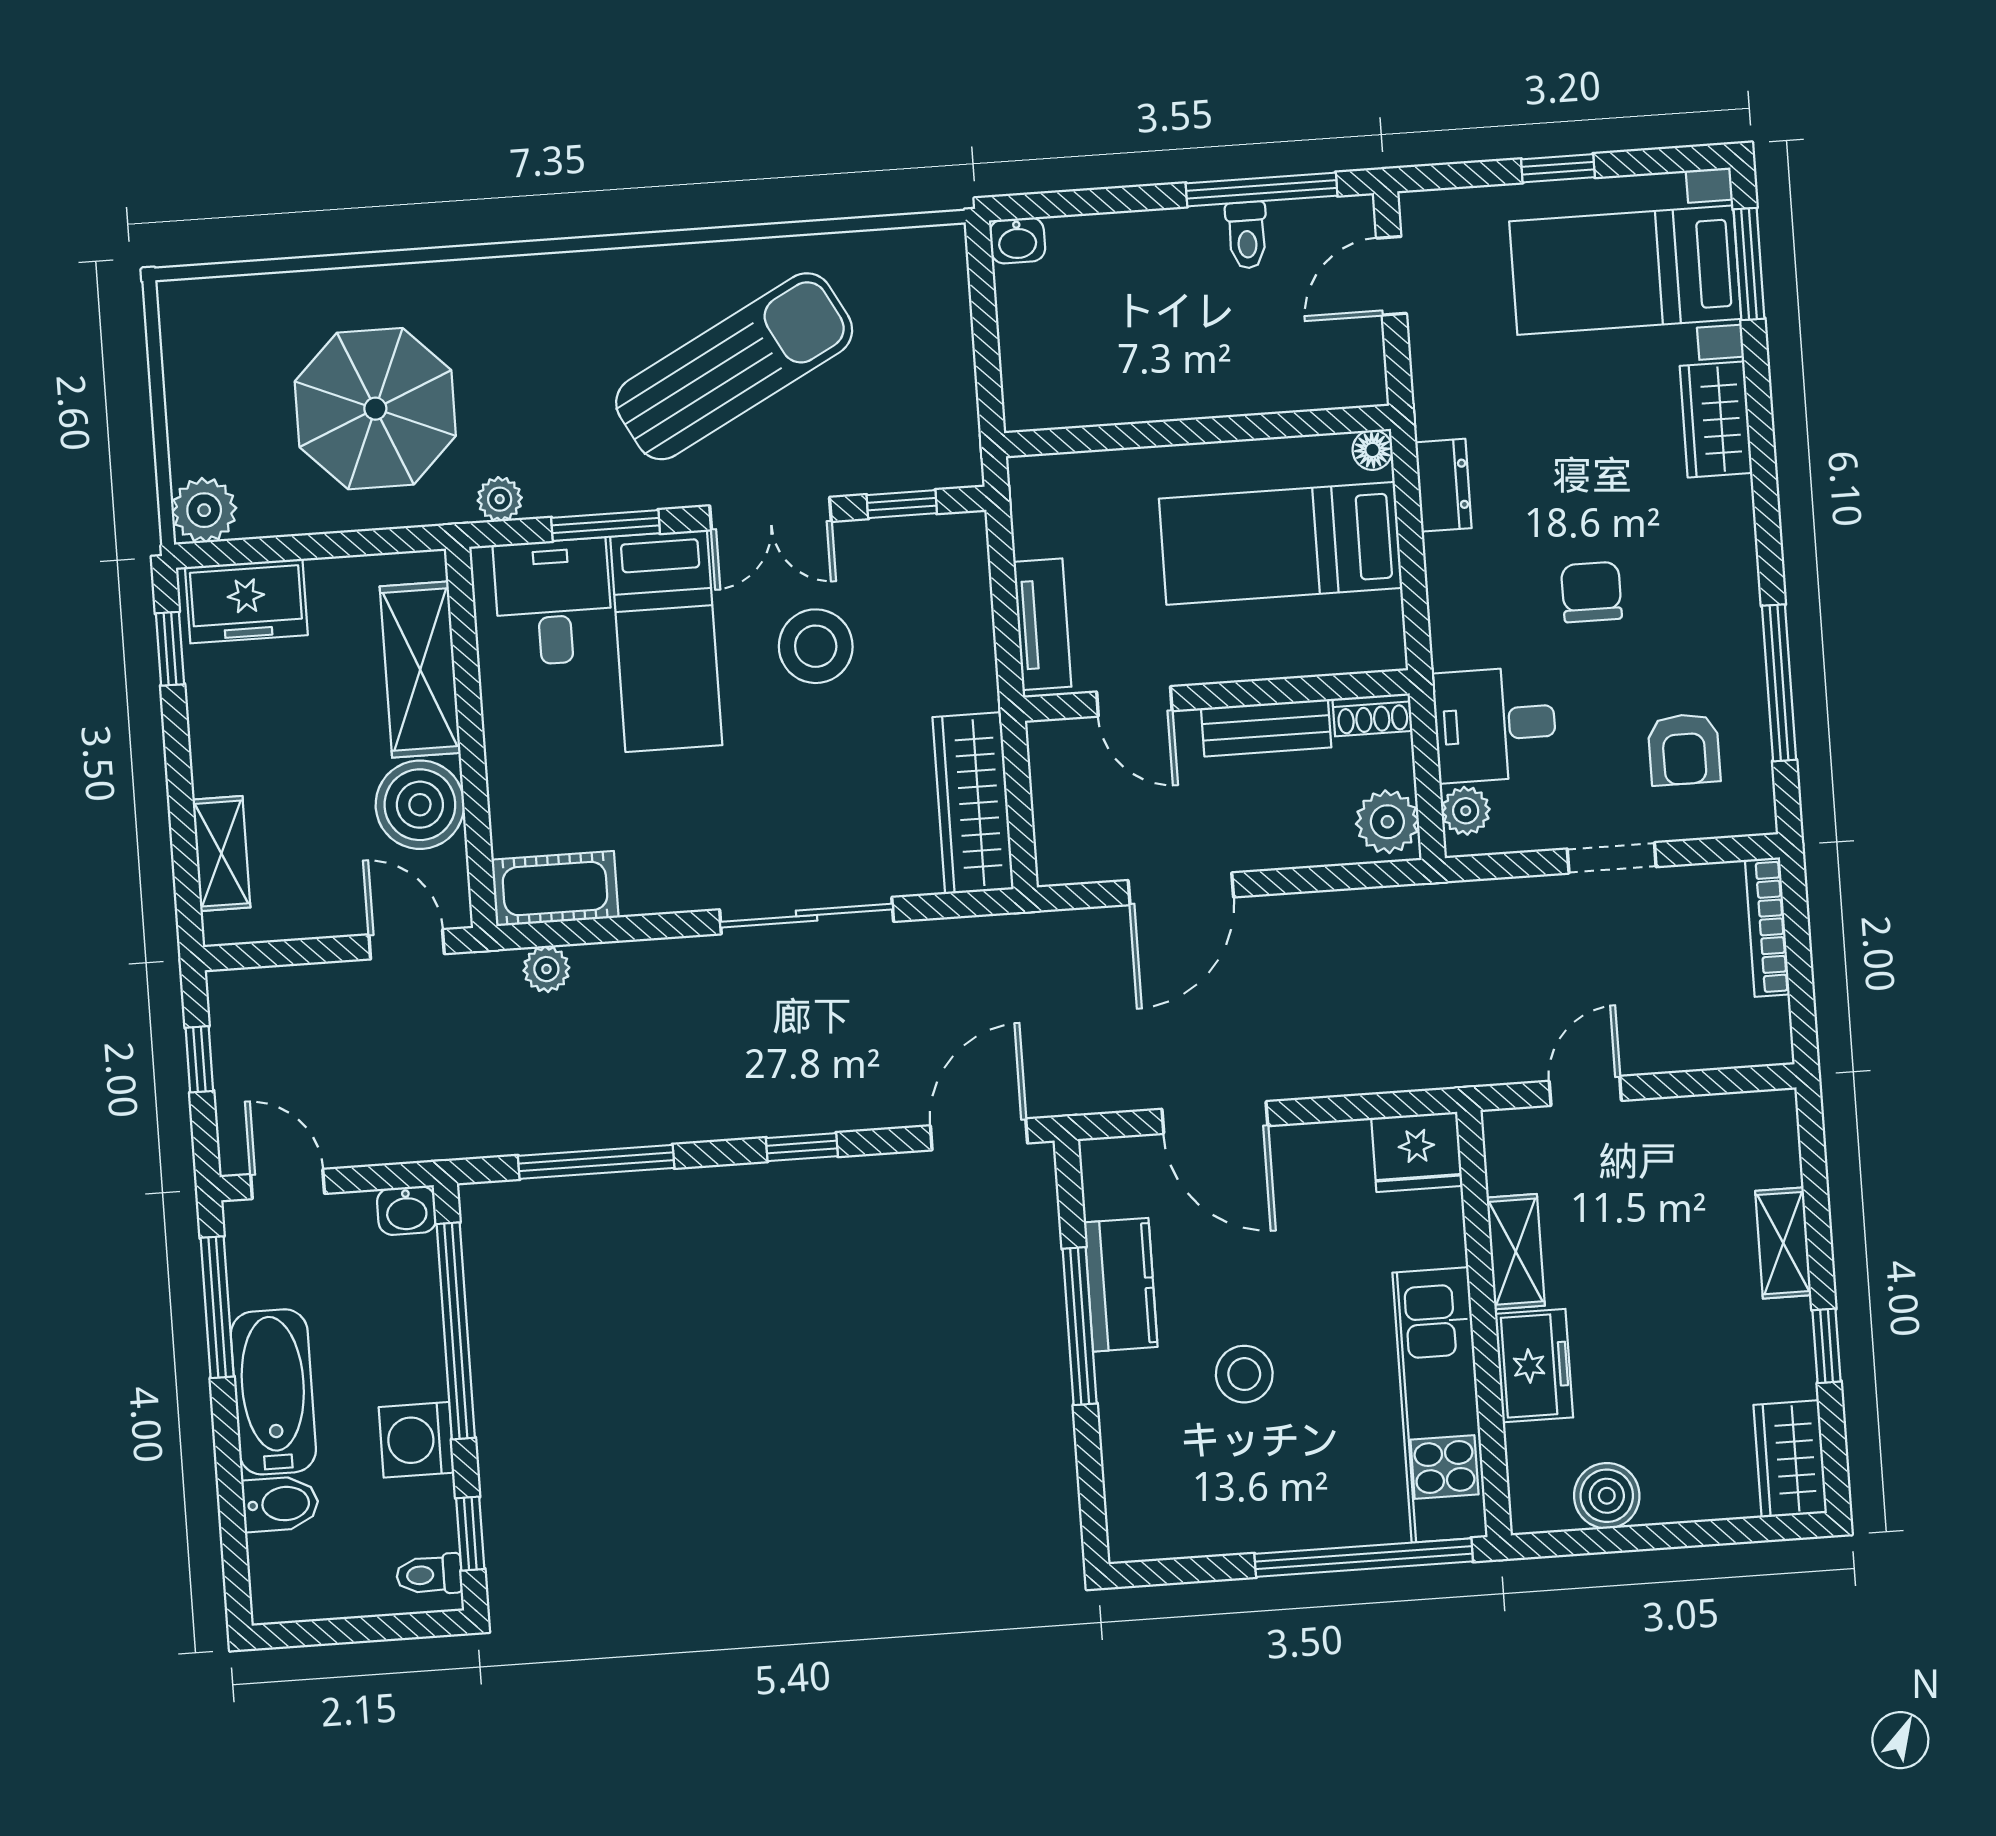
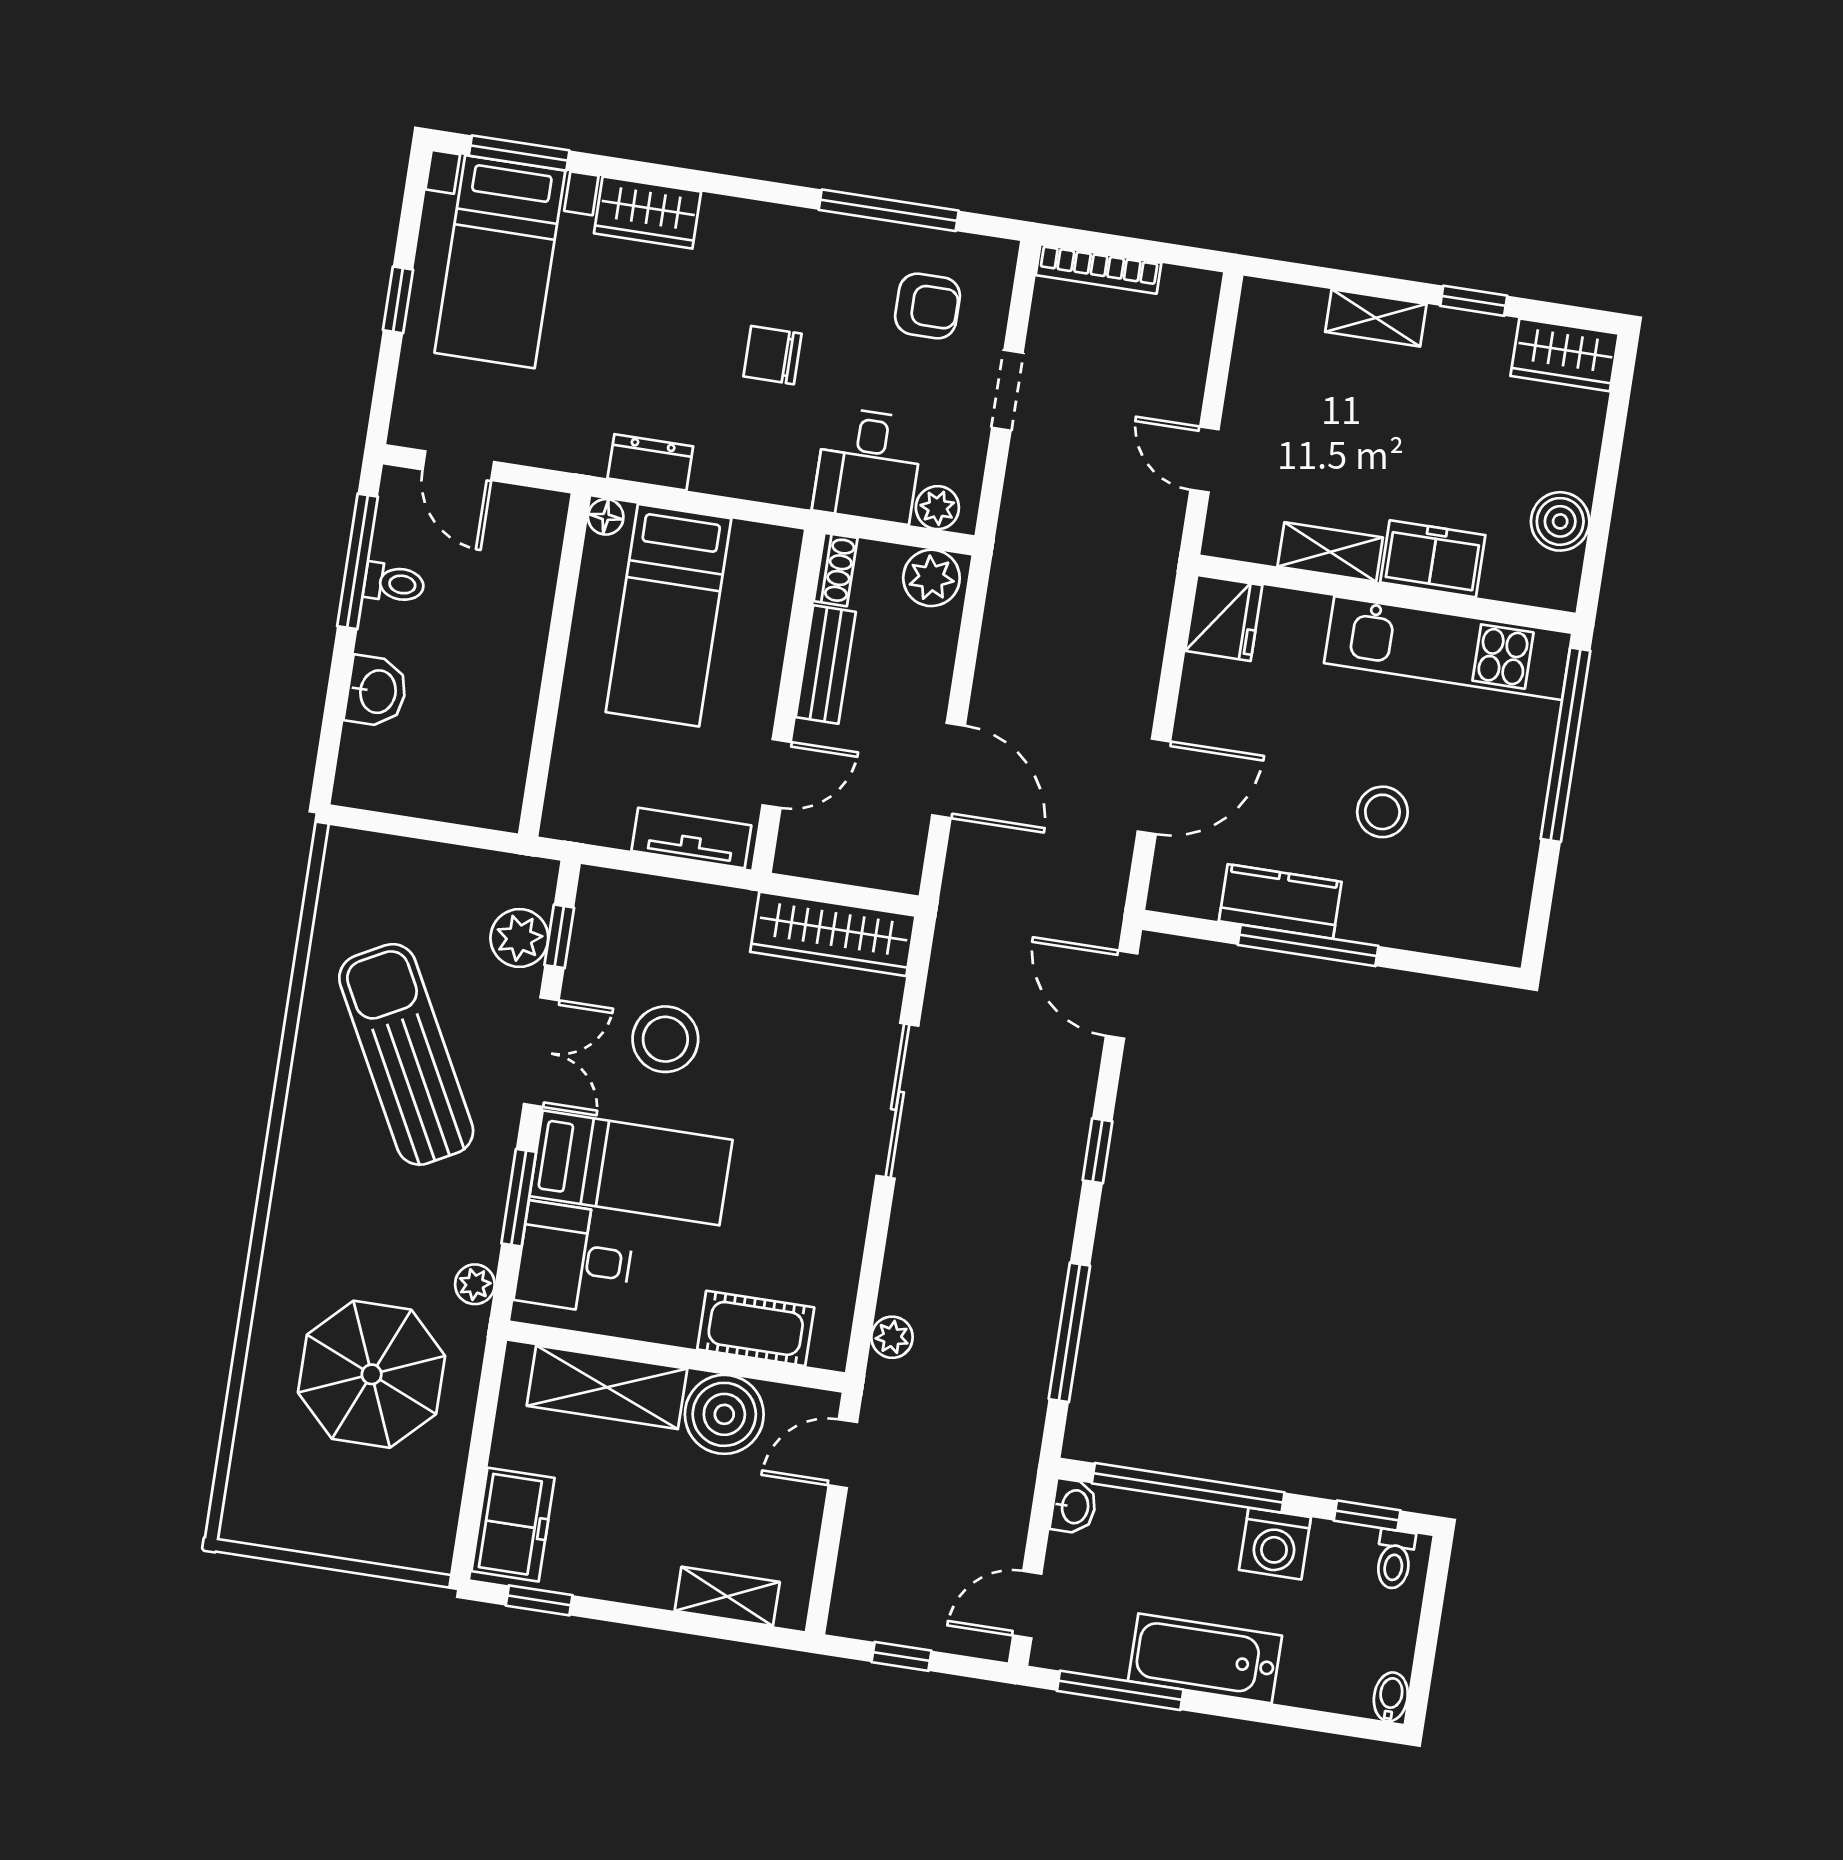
washbasin: (1017, 240) -> (376, 691), moved, width x1.38, depth x1.45
plant: (204, 510) -> (519, 938), moved
cot: (555, 889) -> (756, 1328), moved, turned 90
bidet: (280, 1504) -> (1391, 1697), moved, width x0.72, depth x0.74

